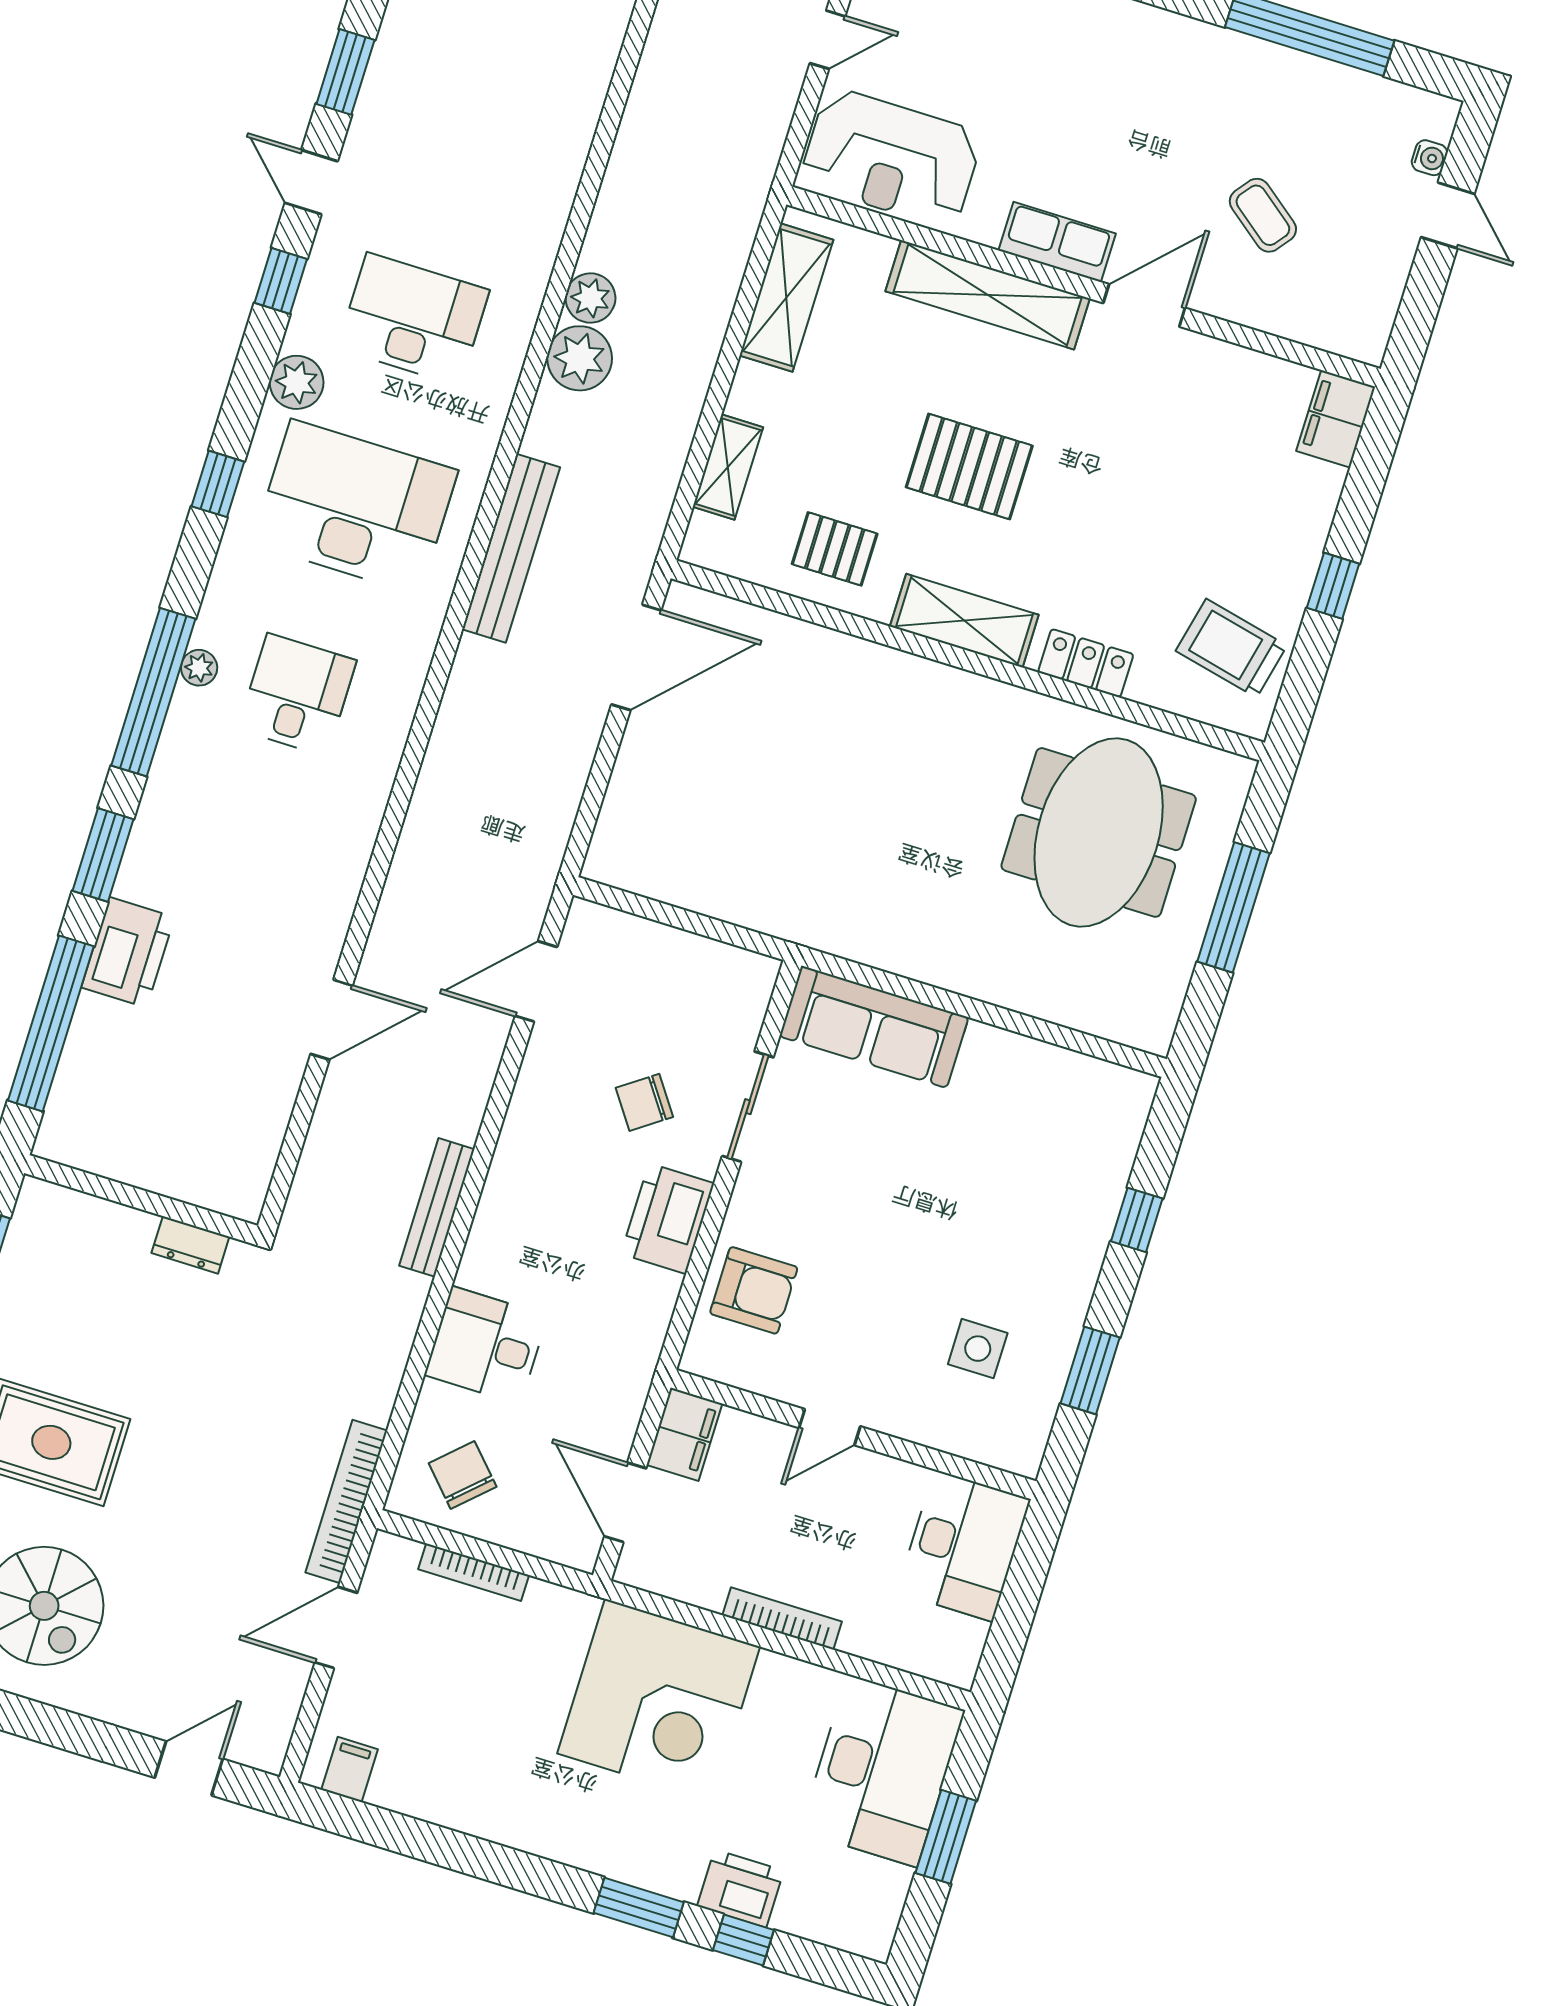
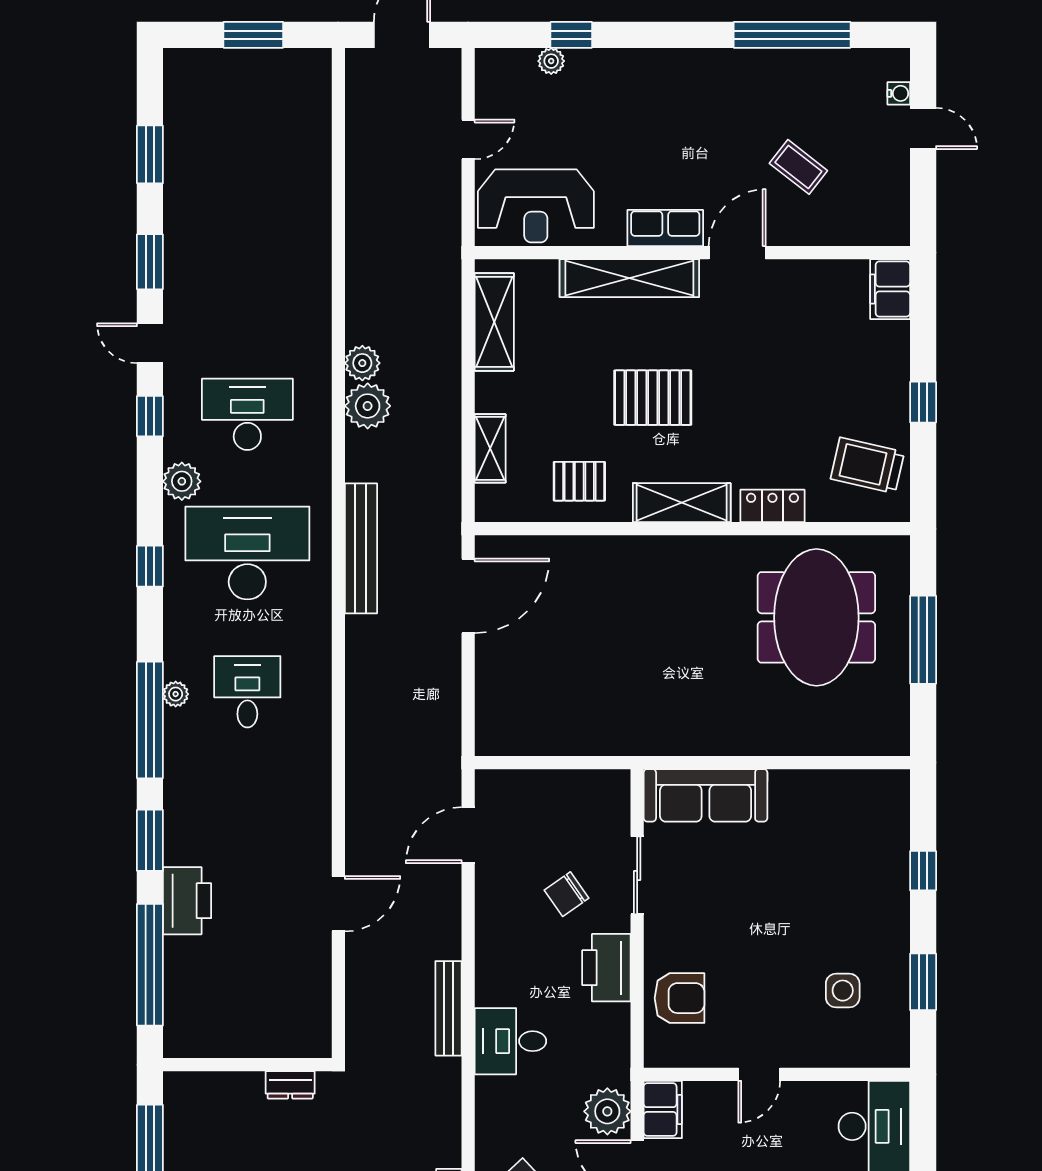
desk: (486, 1345) -> (510, 1041), moved
plant: (609, 1414) -> (607, 1111), added

